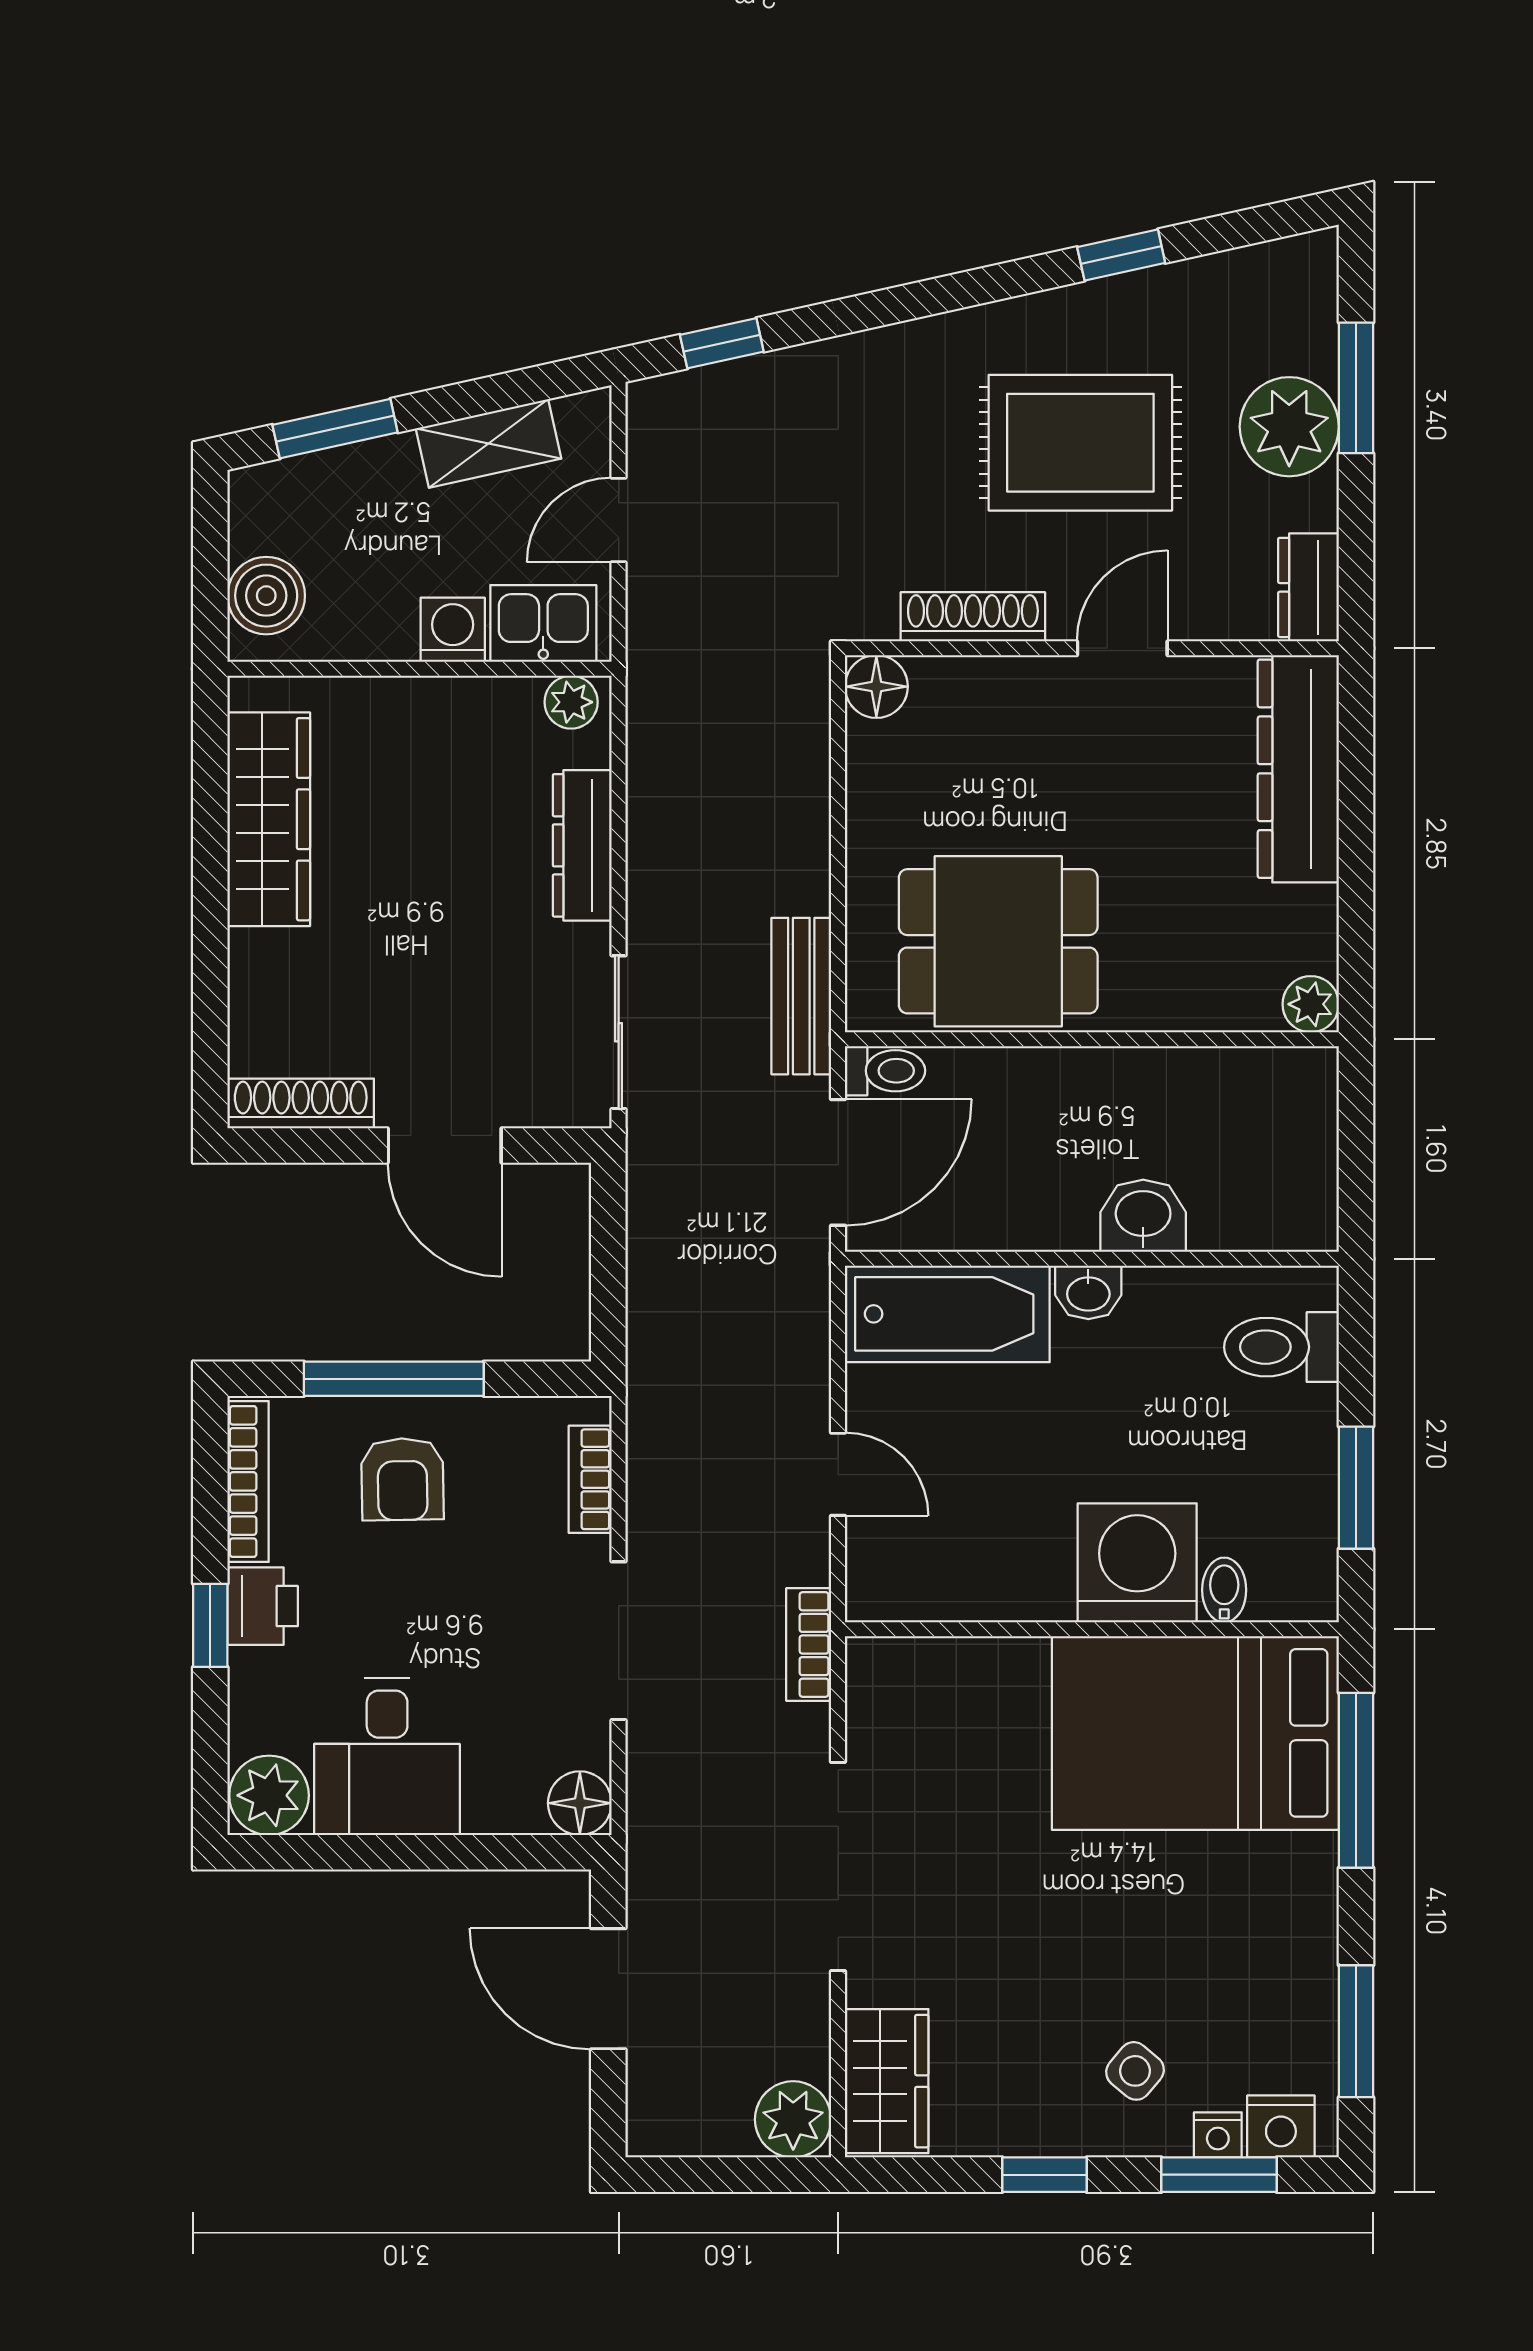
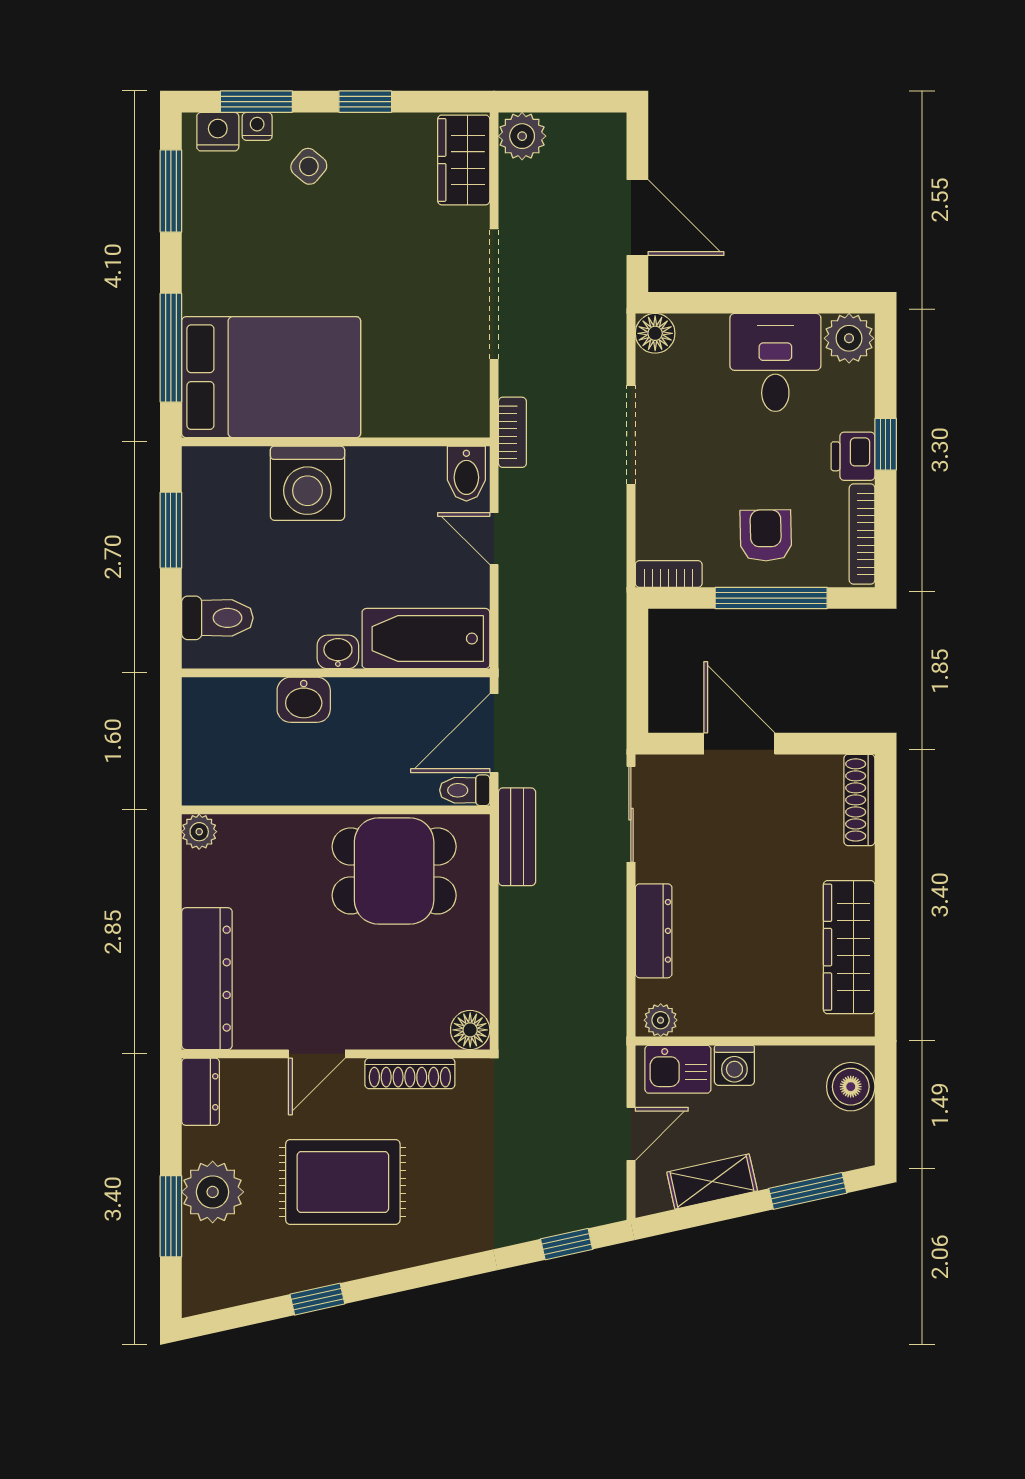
shoe rack: (301, 1104) -> (859, 800), moved, turned 90
bookcase: (590, 1479) -> (669, 574), moved, turned -90
bidet: (1224, 1590) -> (466, 474), moved, width x1.38, depth x1.36

